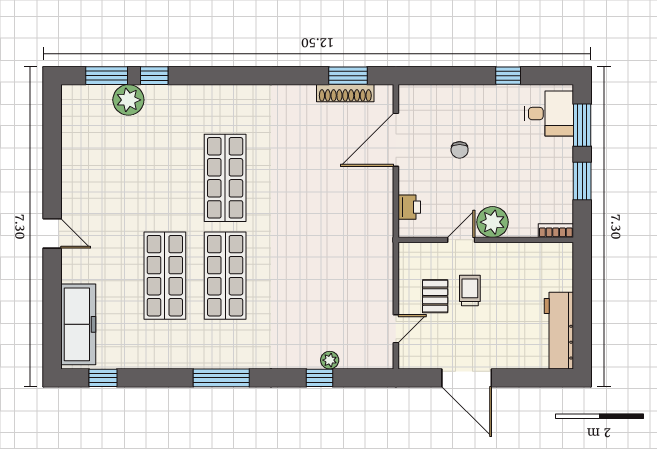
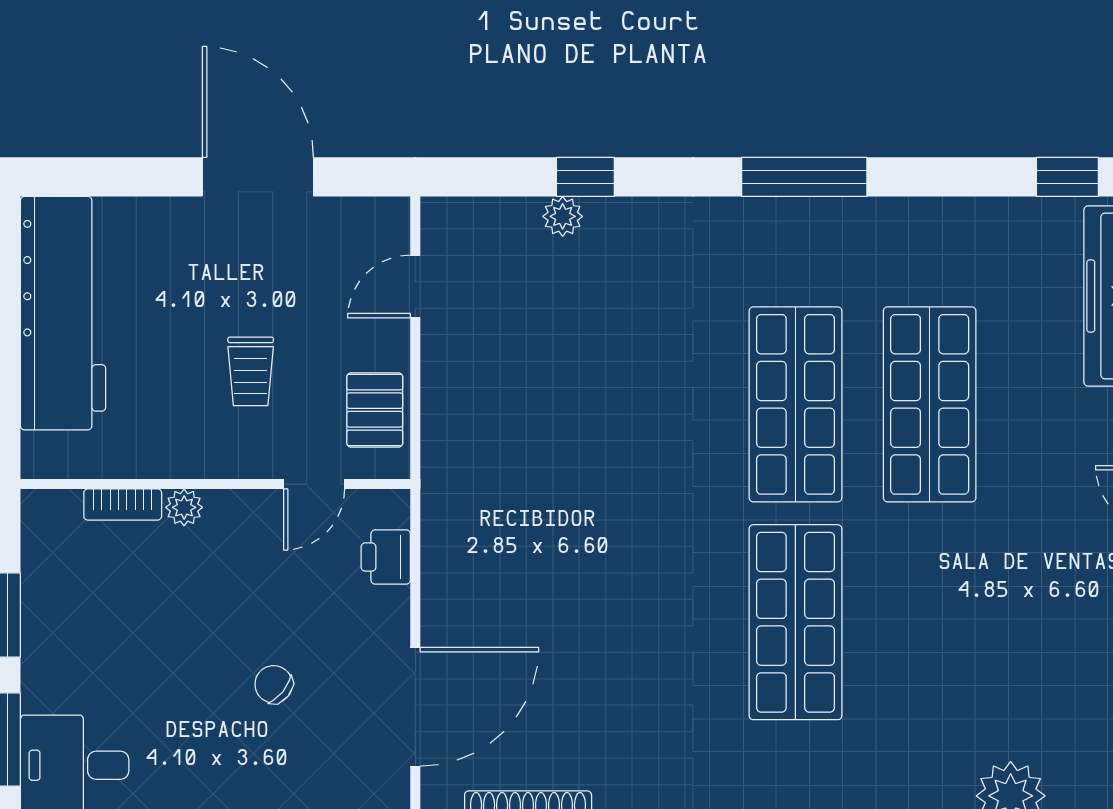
chair: (460, 150) -> (274, 684), turned -51
plant: (493, 222) -> (184, 507), width x0.53, depth x0.53
bookcase: (556, 231) -> (123, 505), moved
door: (461, 240) -> (314, 484), moved
pallet: (435, 296) -> (375, 410), moved
workbench: (559, 331) -> (63, 313), width x1.36, depth x1.32

